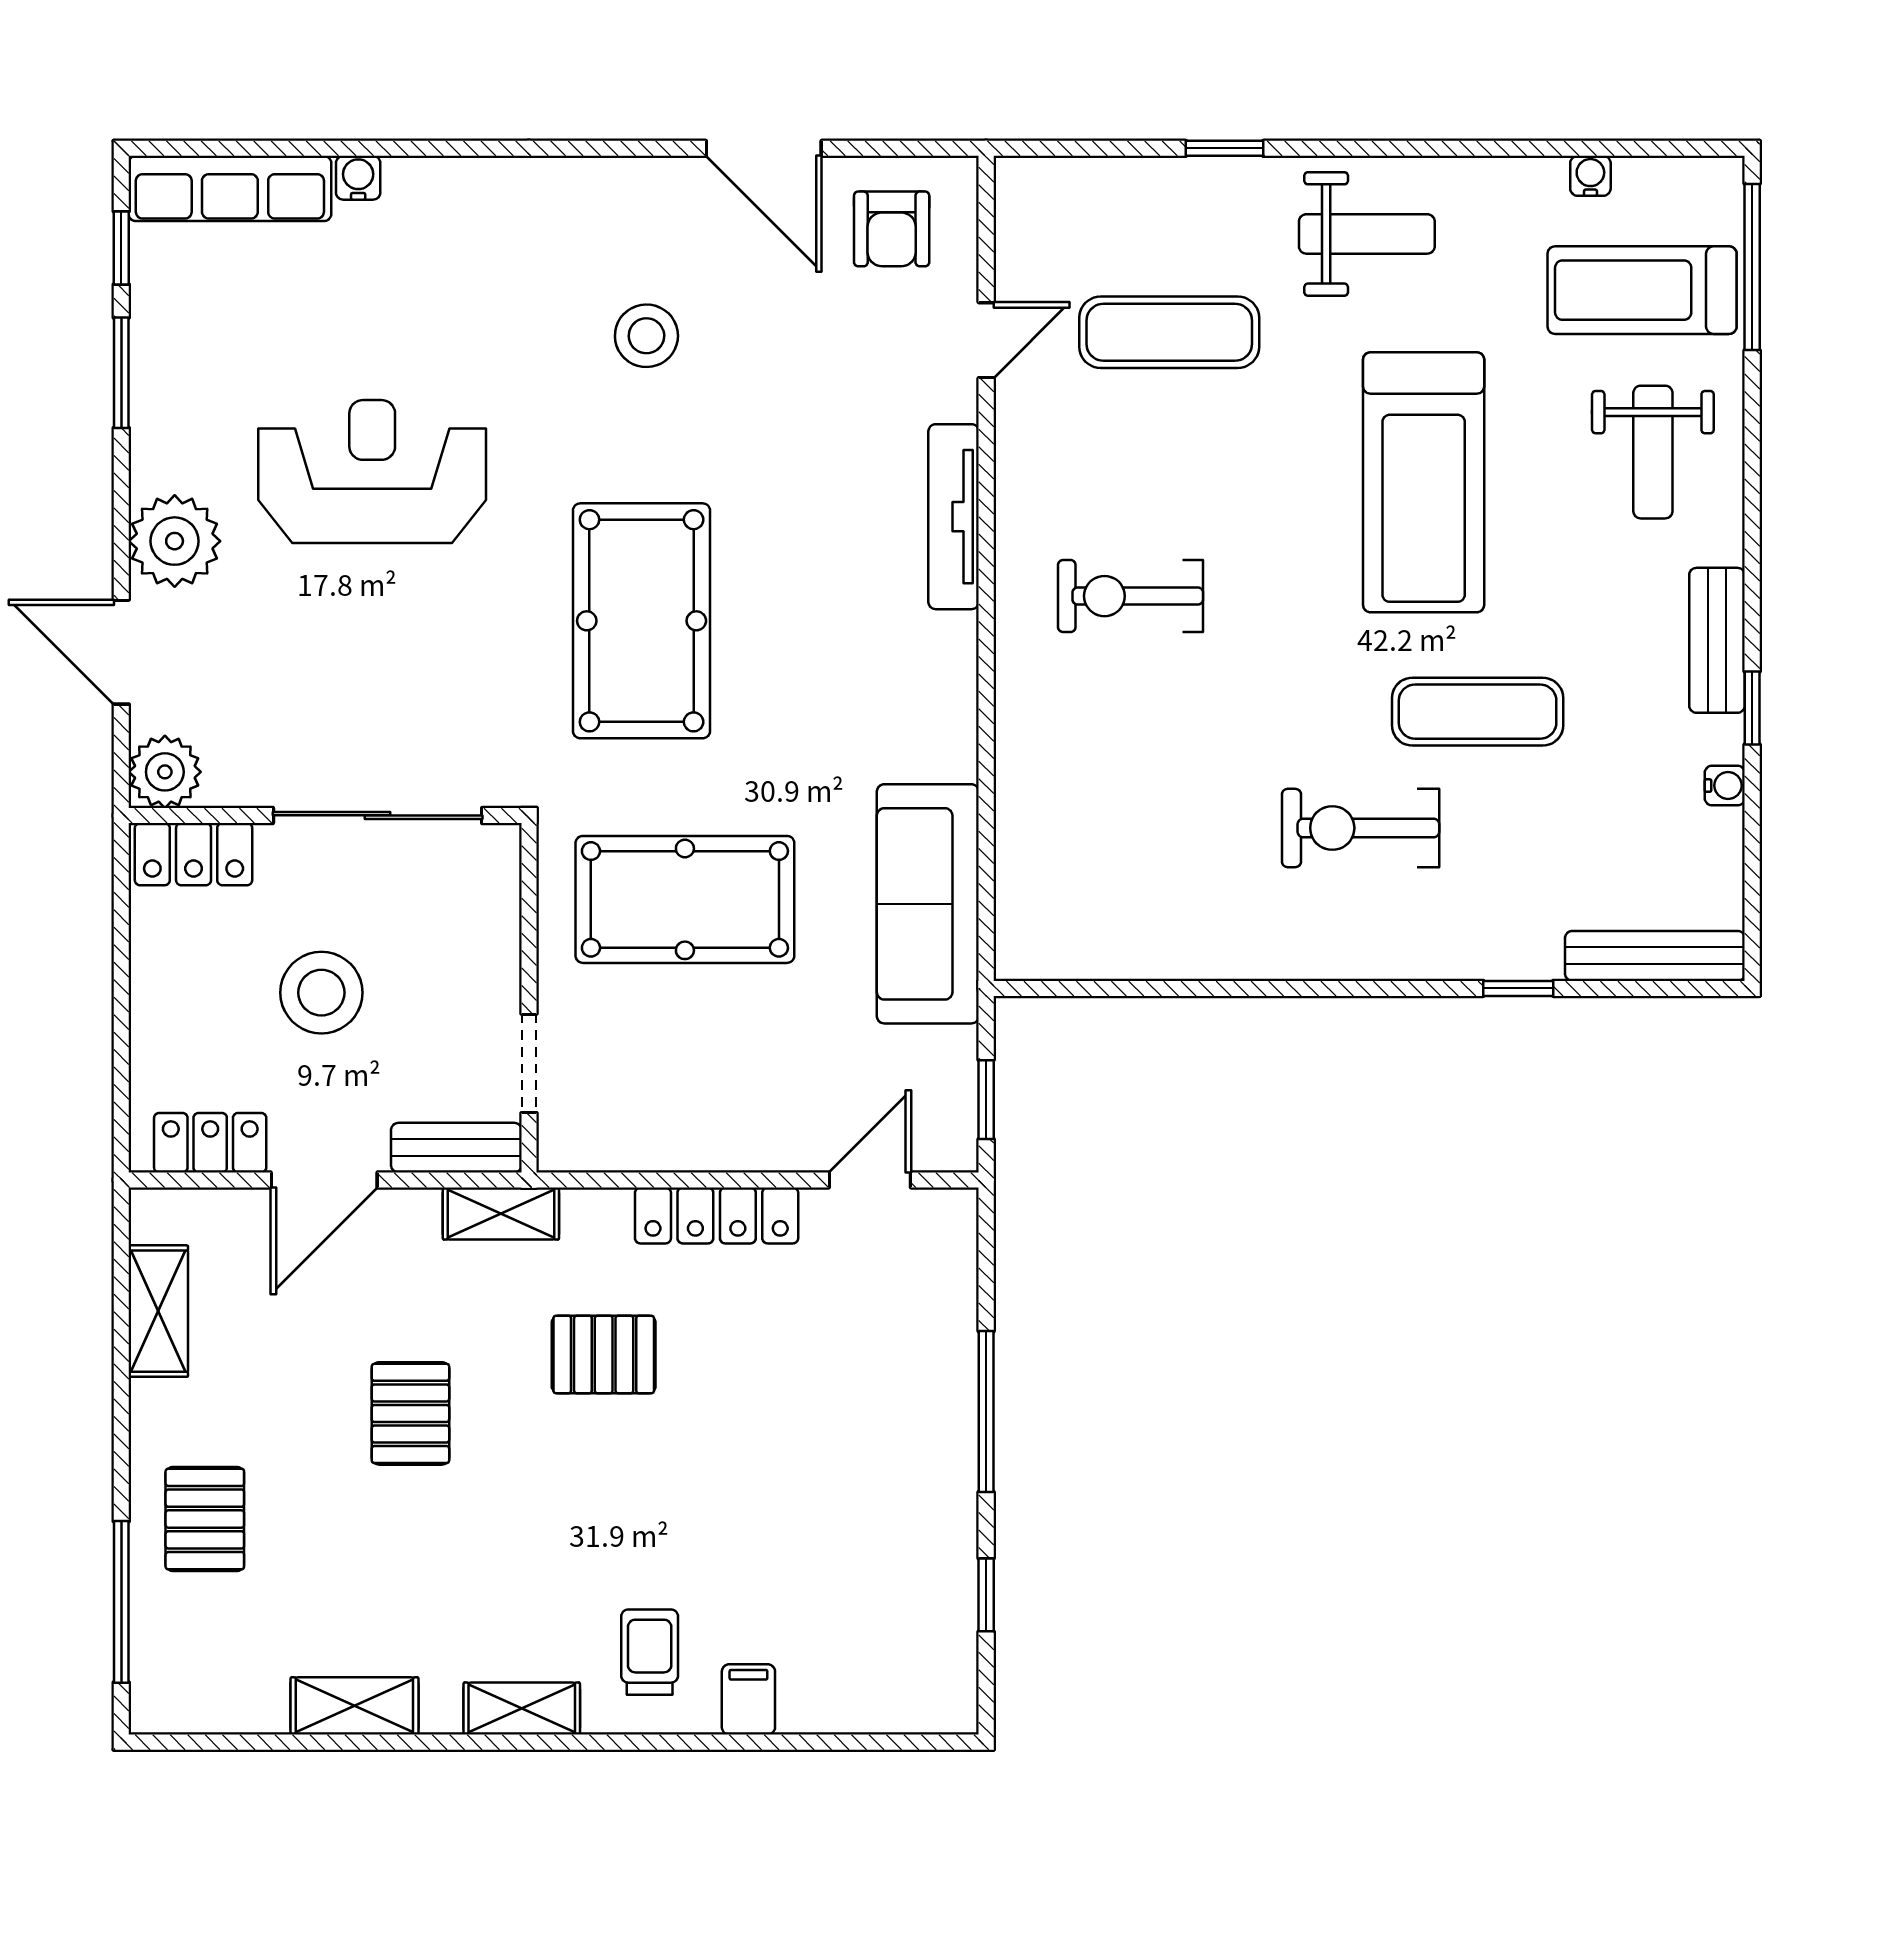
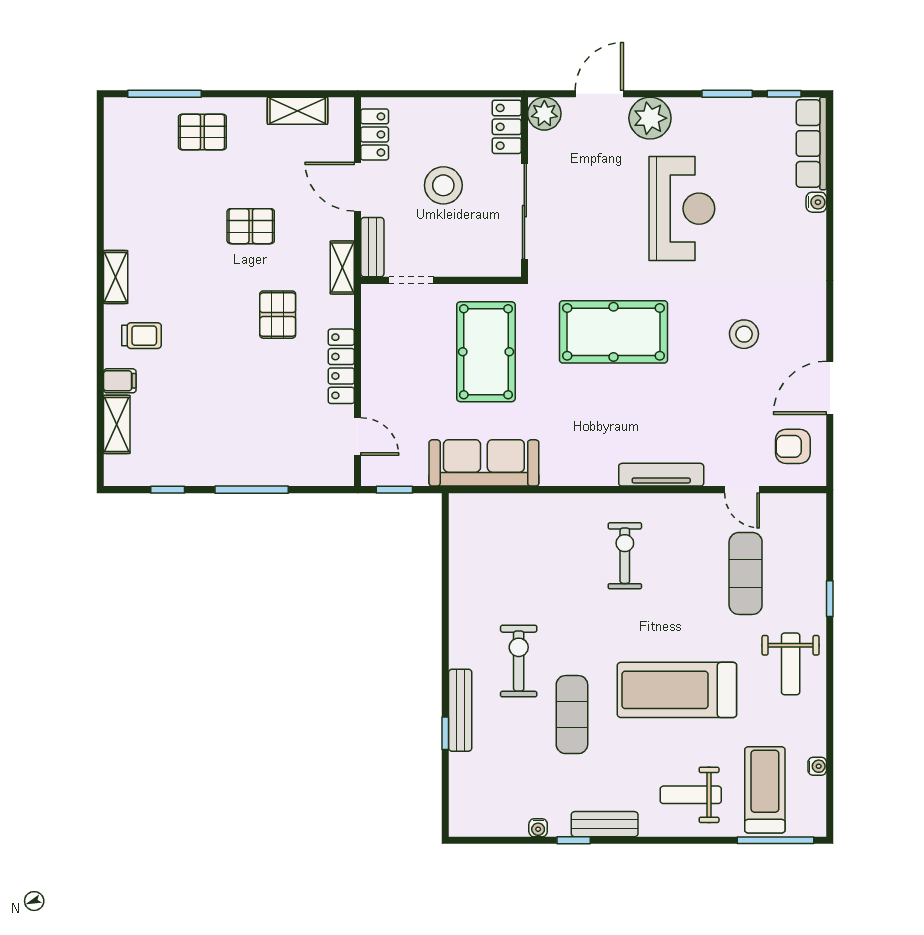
bench: (1655, 956) -> (460, 710), moved
shelving: (354, 1706) -> (117, 424), moved

